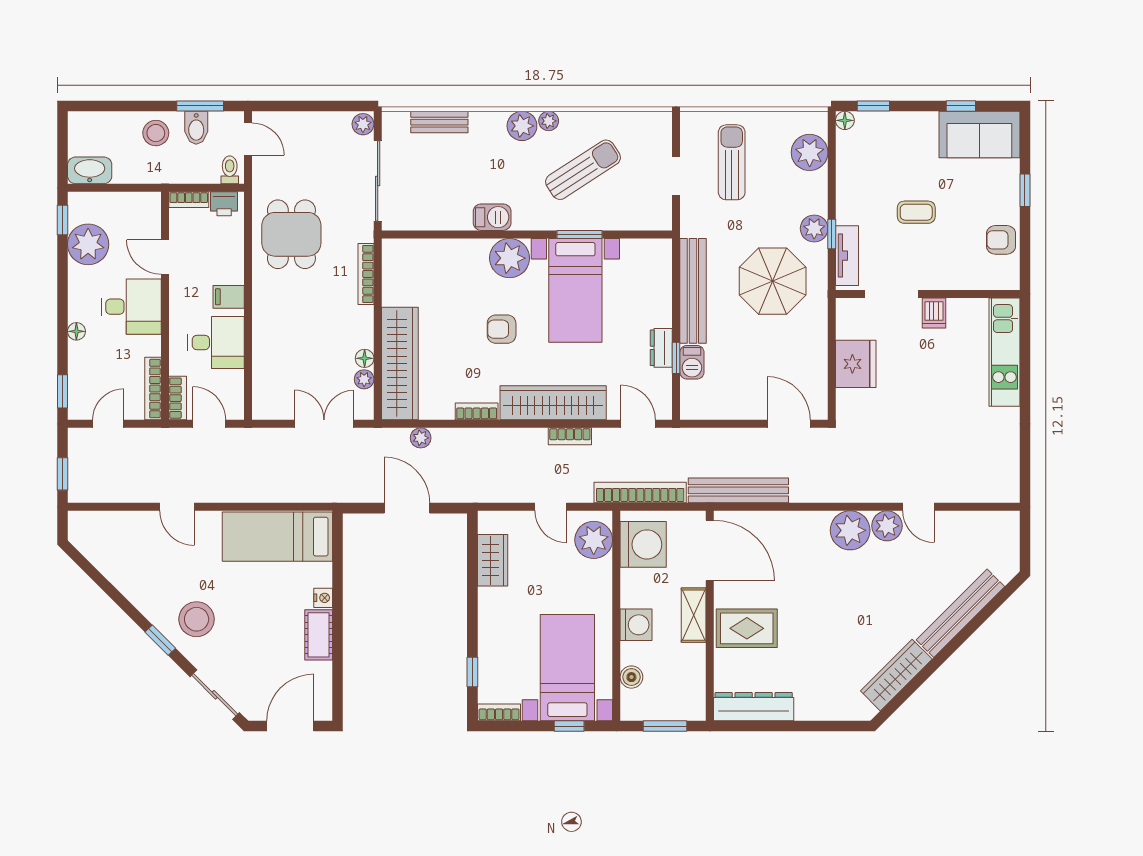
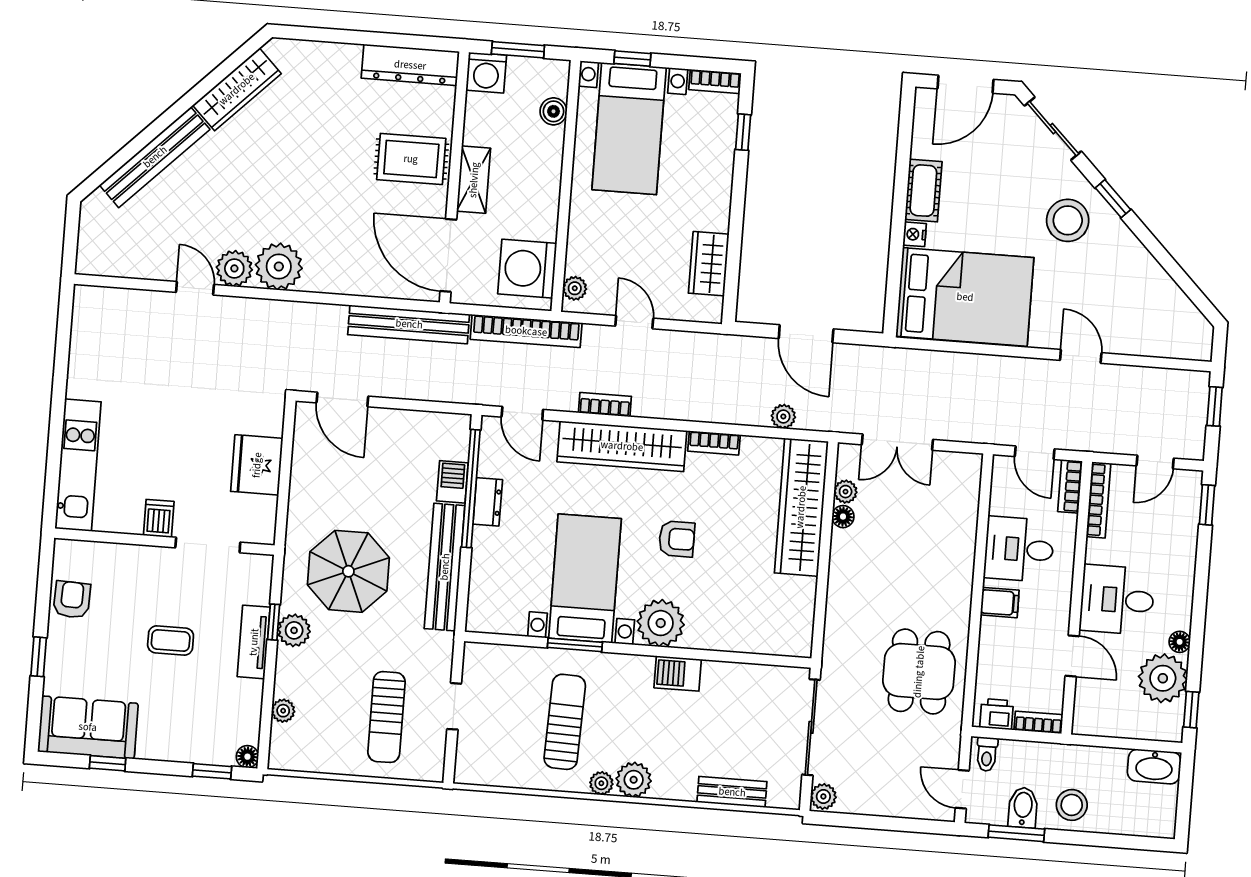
plant: (810, 152) -> (283, 711), width x0.53, depth x0.53
sun lounger: (583, 170) -> (565, 722), turned 125
armchair: (1001, 240) -> (72, 600), turned -88
tv unit: (847, 256) -> (254, 642), moved
bookcase: (366, 274) -> (834, 617), removed
floor lamp: (76, 331) -> (1180, 642), moved
window: (676, 358) -> (471, 489), width x3.17
bed: (277, 537) -> (965, 297), width x1.50
plant: (594, 540) -> (575, 288), width x0.53, depth x0.53
washing machine: (636, 625) -> (486, 73), moved, turned -90

